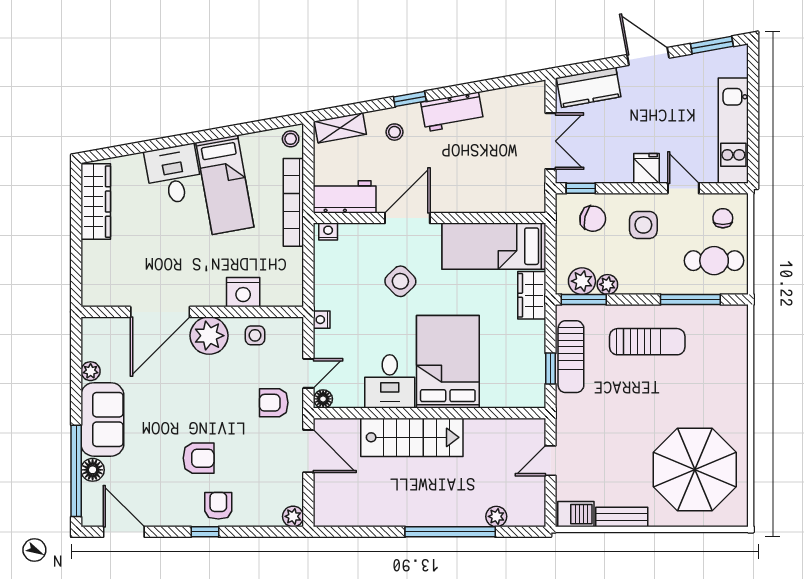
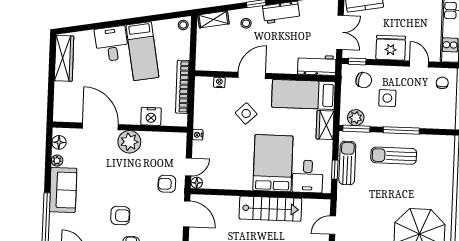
fridge: (647, 168) -> (391, 48), width x1.88, depth x1.34
workbench: (345, 197) -> (317, 65), moved
bookcase: (293, 202) -> (183, 87), moved
side table: (643, 225) -> (387, 98), moved
nightstand: (328, 232) -> (219, 82), moved
cafe table: (714, 261) -> (436, 108), removed
plant: (607, 284) -> (371, 120), removed
window: (690, 299) -> (401, 130), moved
door: (160, 312) -> (100, 126), swing flipped
side table: (255, 335) -> (157, 143), removed
sun lounger: (647, 342) -> (394, 156), turned 180
sun lounger: (571, 357) -> (347, 163), turned 180
desk: (390, 381) -> (308, 176), moved
stairs: (412, 437) -> (270, 209), moved
floor lamp: (93, 470) -> (59, 142), moved

